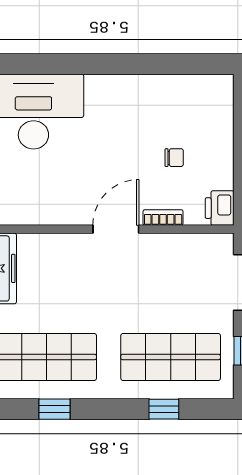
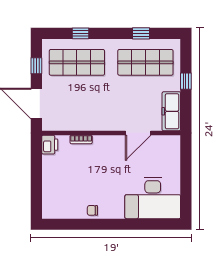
chair: (174, 158) -> (92, 210), moved
door: (116, 229) -> (138, 133), moved

